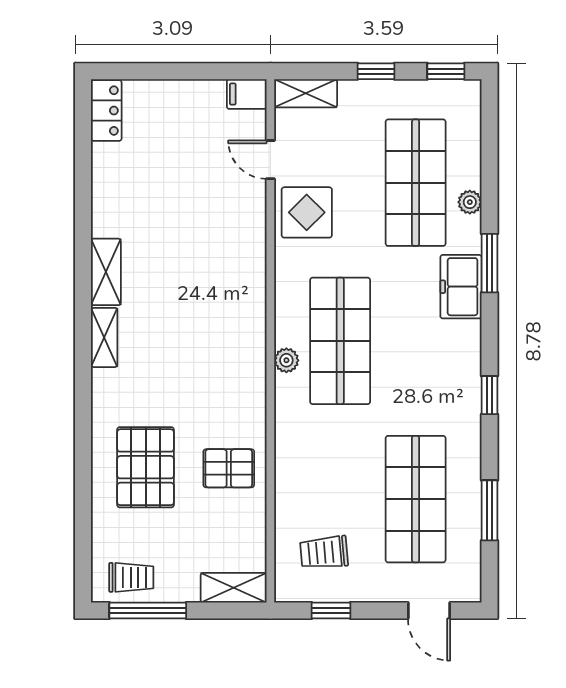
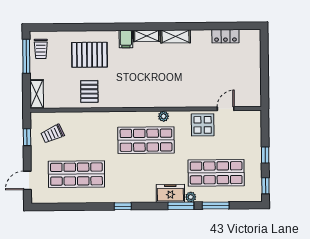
shelving: (306, 93) -> (255, 124), removed
filing cabinet: (247, 94) -> (126, 39), moved, turned 180
locker: (106, 111) -> (225, 36), moved
plant: (470, 202) -> (191, 197), moved
plant: (286, 360) -> (164, 116), moved
window: (489, 510) -> (216, 205), moved
trolley: (324, 552) -> (53, 134), turned -109

